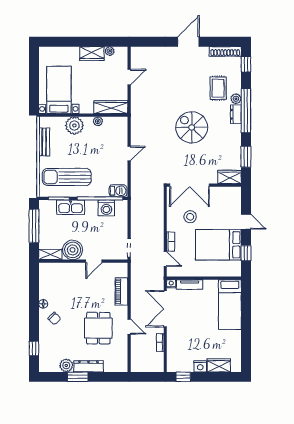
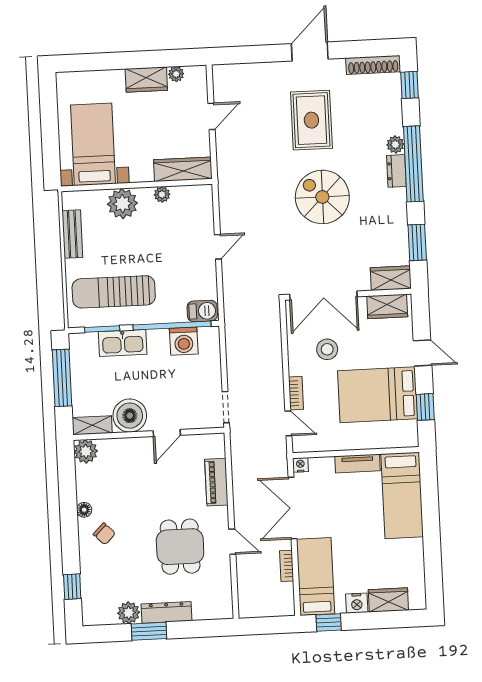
rug: (218, 88) -> (311, 120), moved, width x1.36, depth x1.43
wardrobe: (227, 193) -> (387, 306), added
plant: (46, 270) -> (86, 451), added
tv unit: (190, 285) -> (357, 463), moved
bed: (177, 350) -> (316, 576), added

